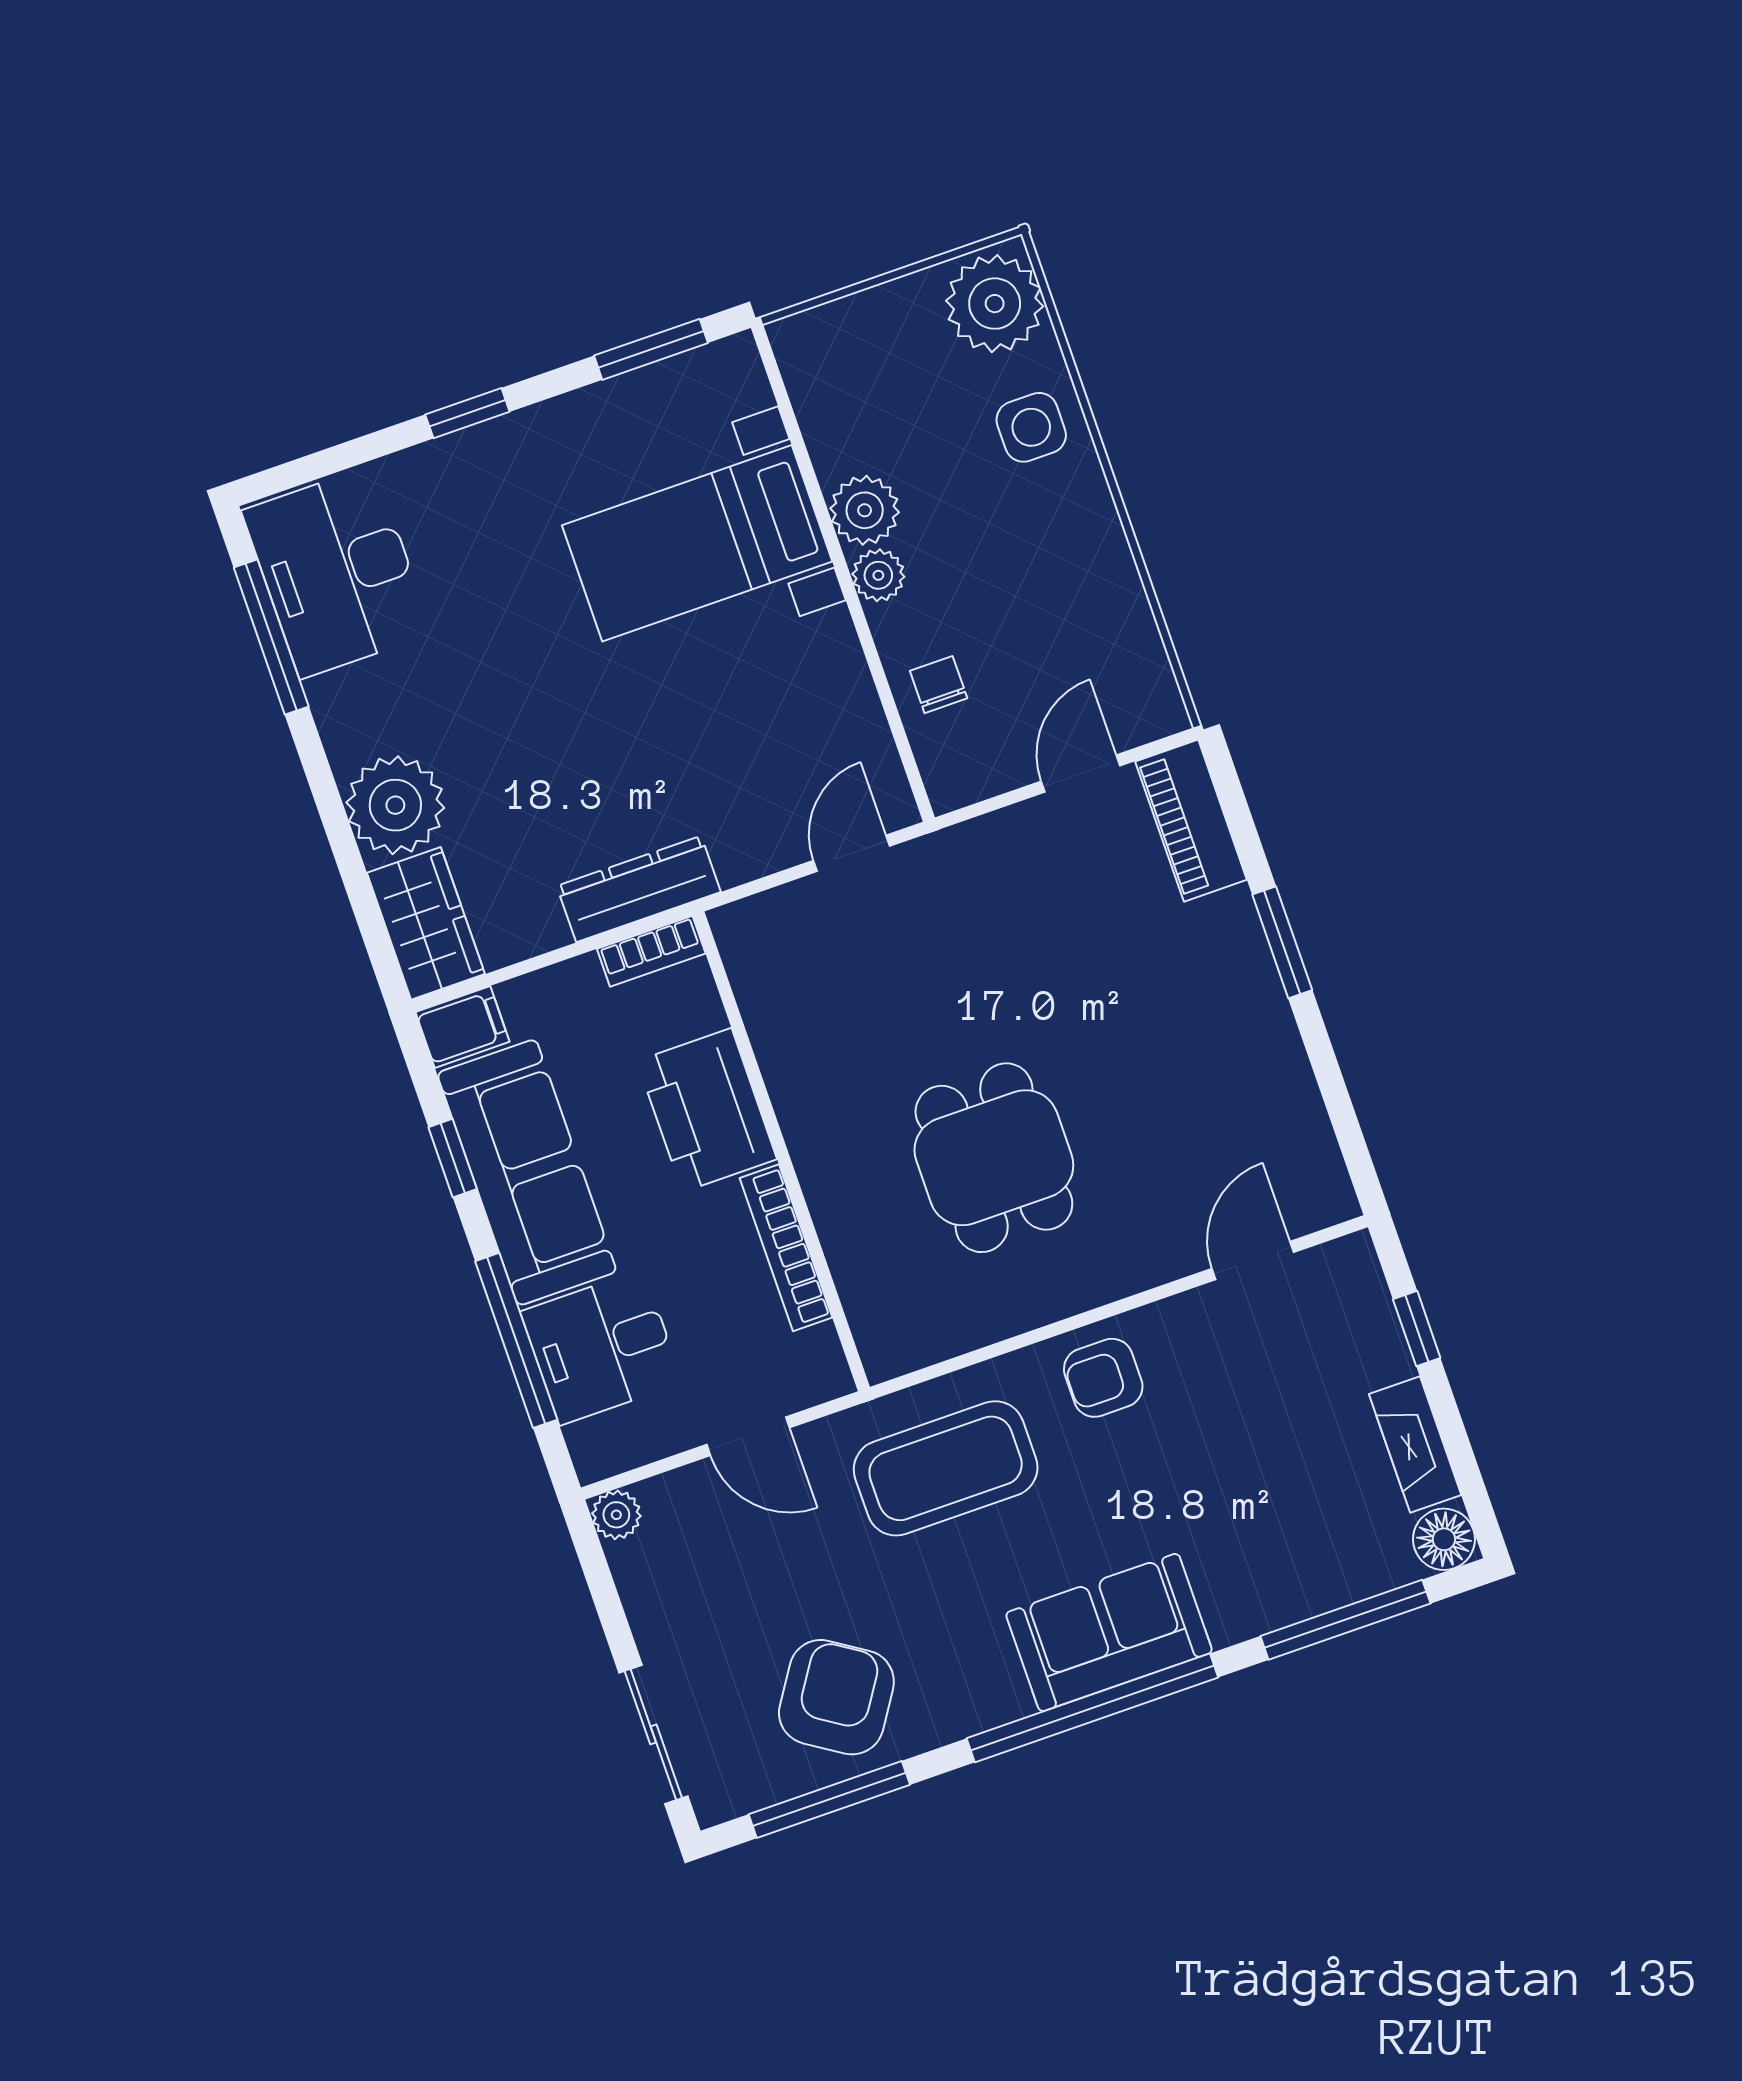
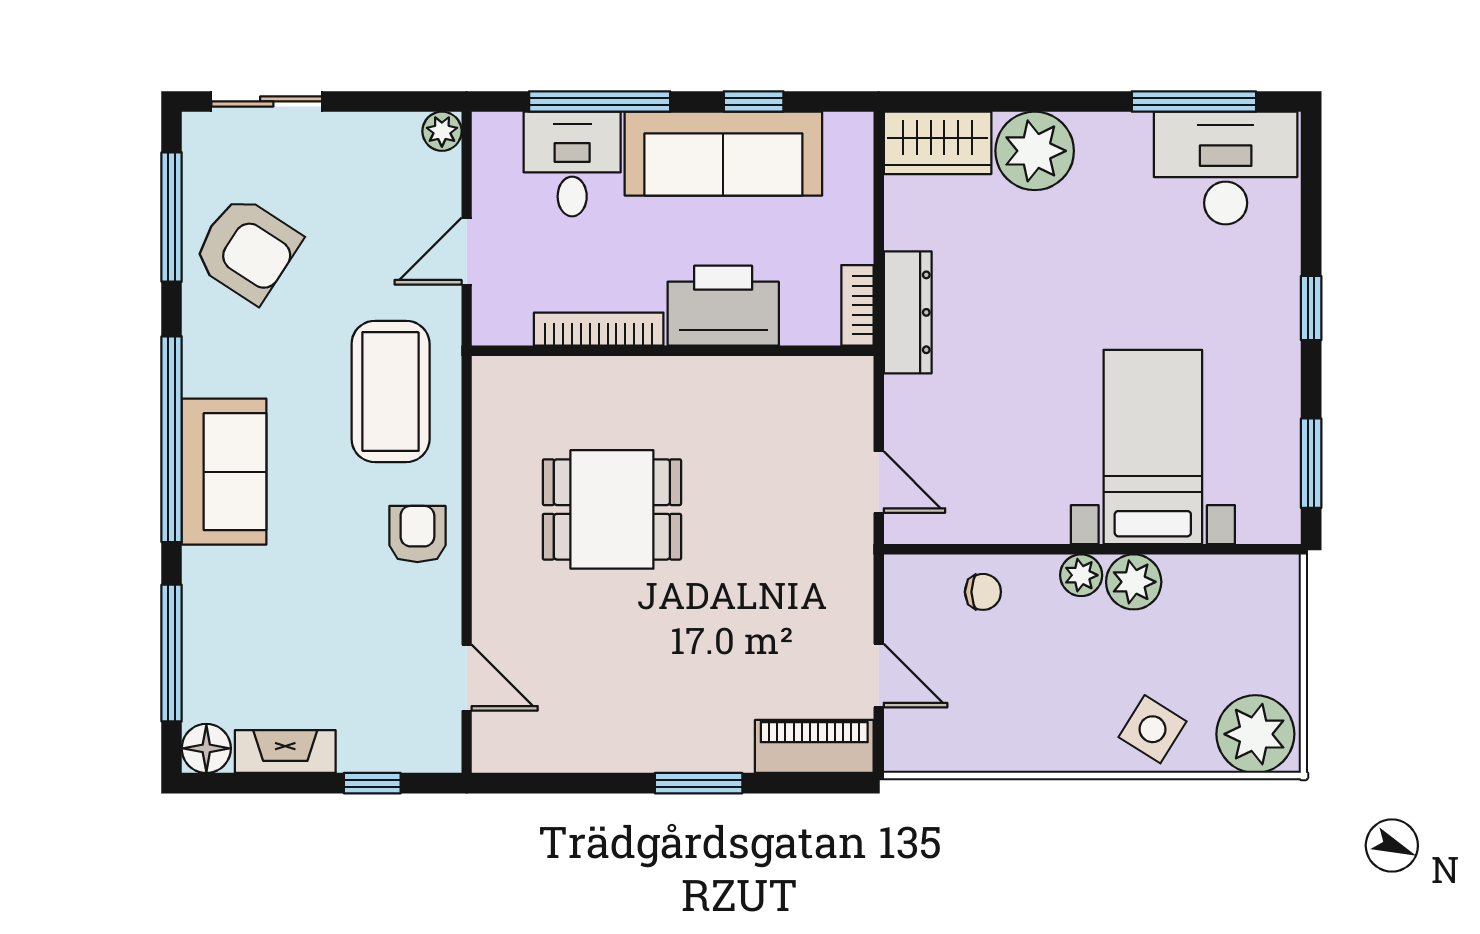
side table: (1031, 427) -> (1152, 729), turned 32
filing cabinet: (462, 1027) -> (850, 143), removed

